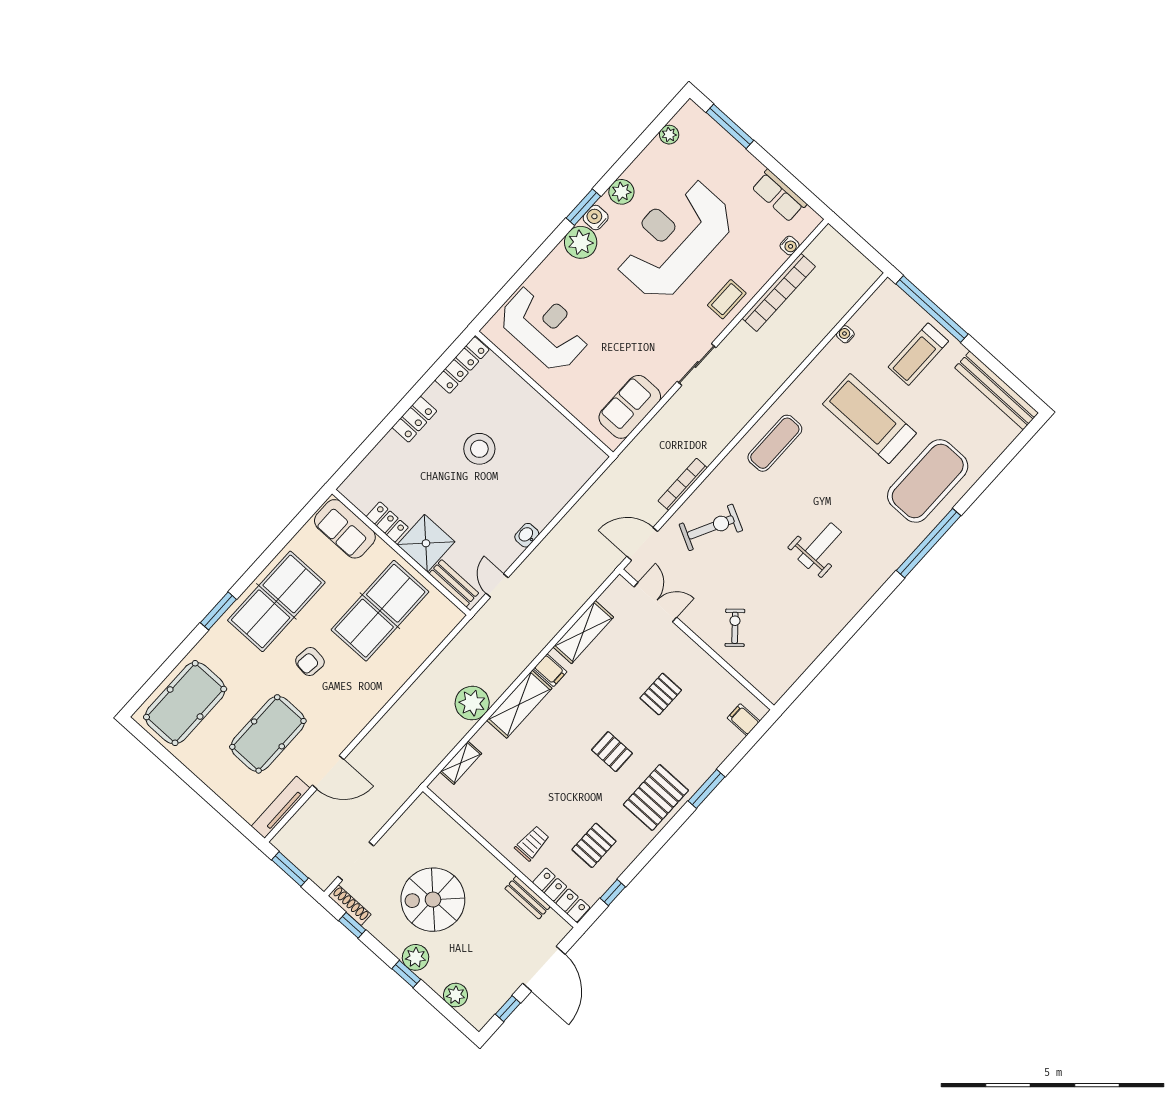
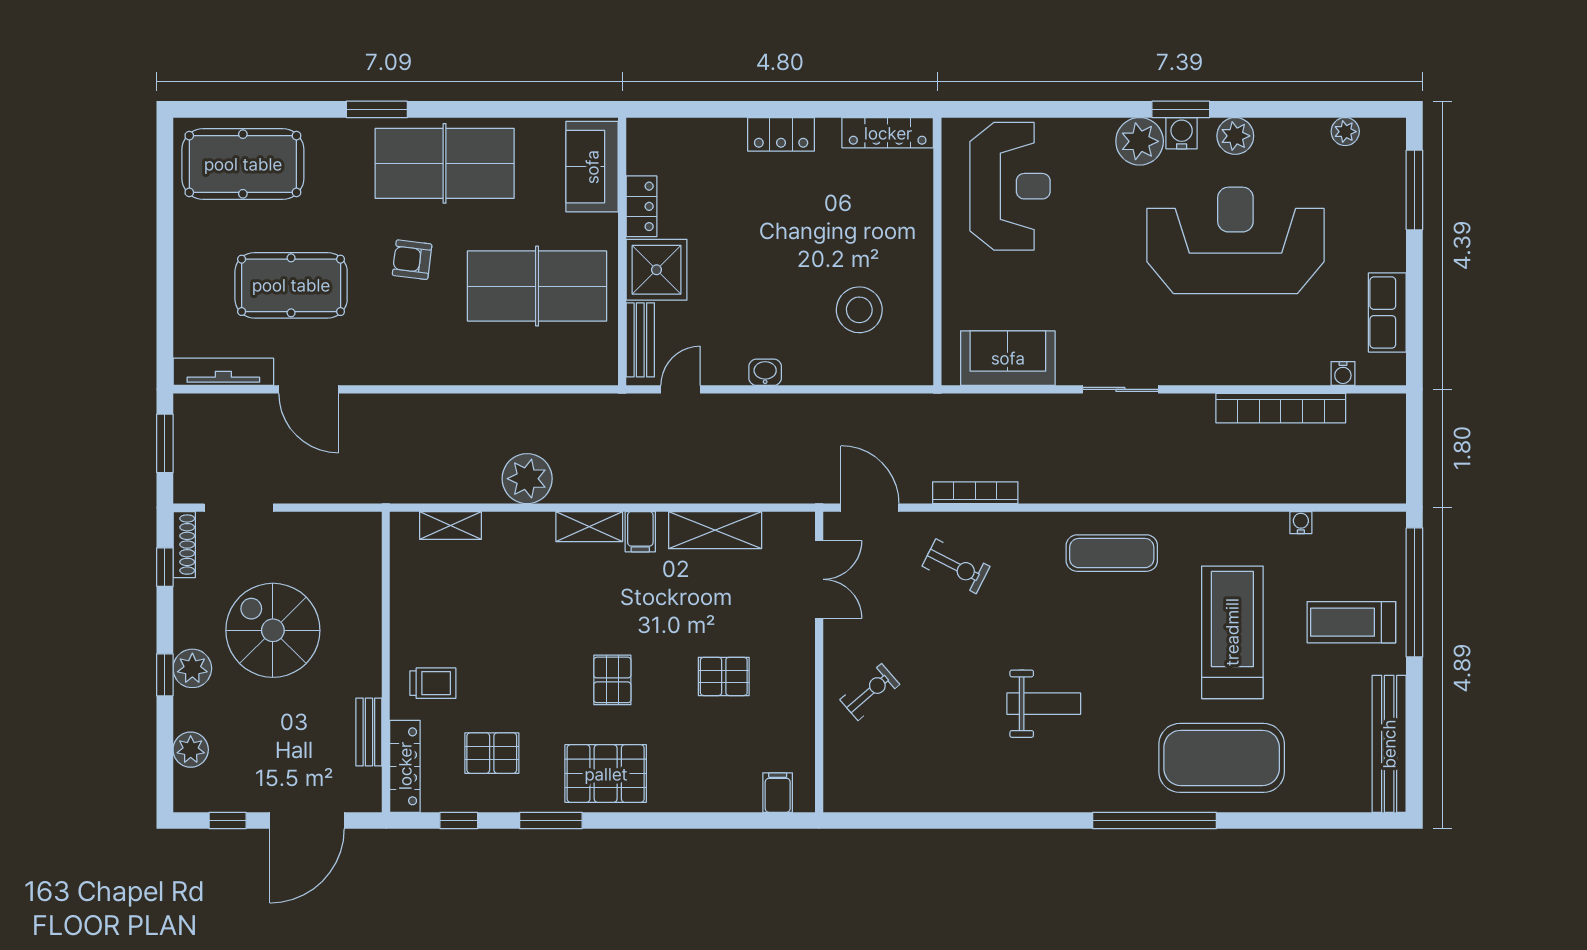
coffee table: (727, 299) -> (1222, 358), removed
stool: (479, 449) -> (859, 310), moved
exercise bike: (711, 527) -> (956, 566), width x0.73, depth x0.72
shelving: (519, 704) -> (589, 527), width x0.67, depth x0.75
window: (706, 789) -> (551, 820), moved

